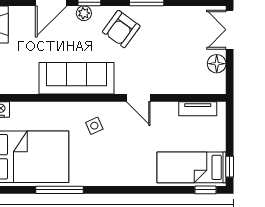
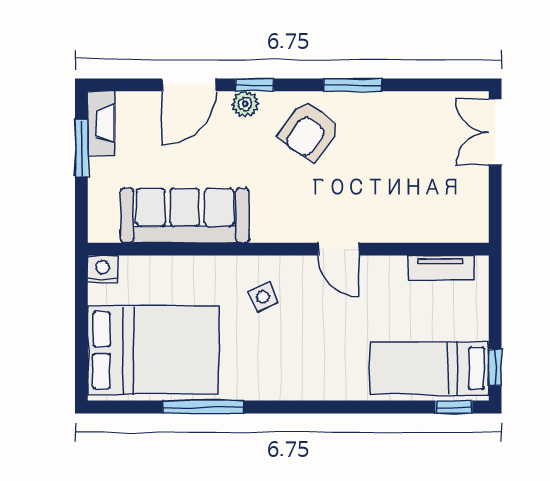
floor lamp: (217, 64) -> (473, 191), removed
sofa: (77, 78) -> (185, 215), moved

